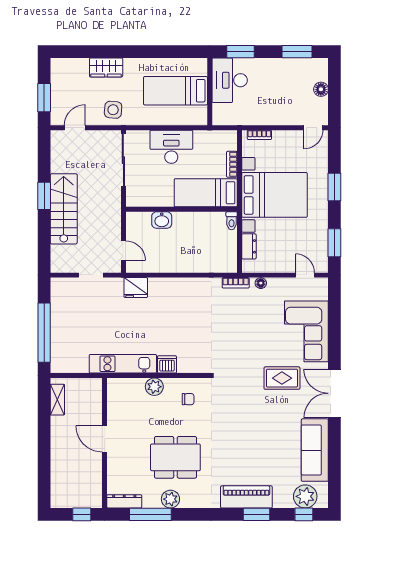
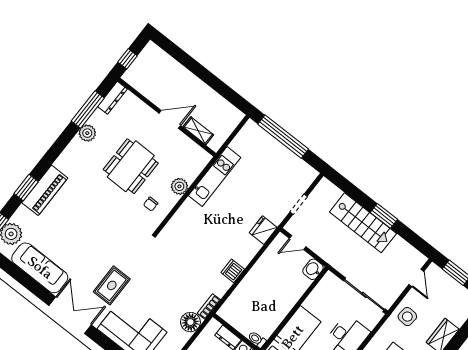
washbasin: (162, 220) -> (313, 269), moved
floor lamp: (261, 283) -> (190, 322), width x1.89, depth x1.89
dishwasher: (167, 364) -> (233, 271), moved, turned 180
shelving: (57, 400) -> (198, 131), moved
dining table: (175, 457) -> (131, 166), moved

